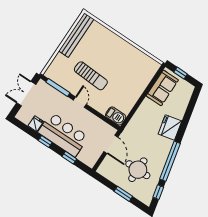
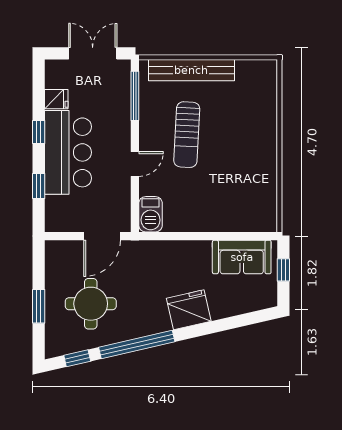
bench: (76, 35) -> (191, 70), moved
door: (80, 102) -> (135, 164), moved

